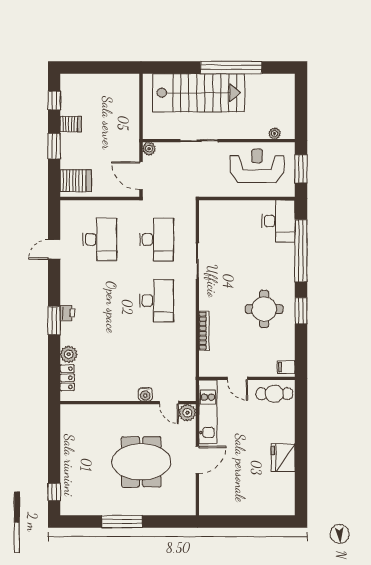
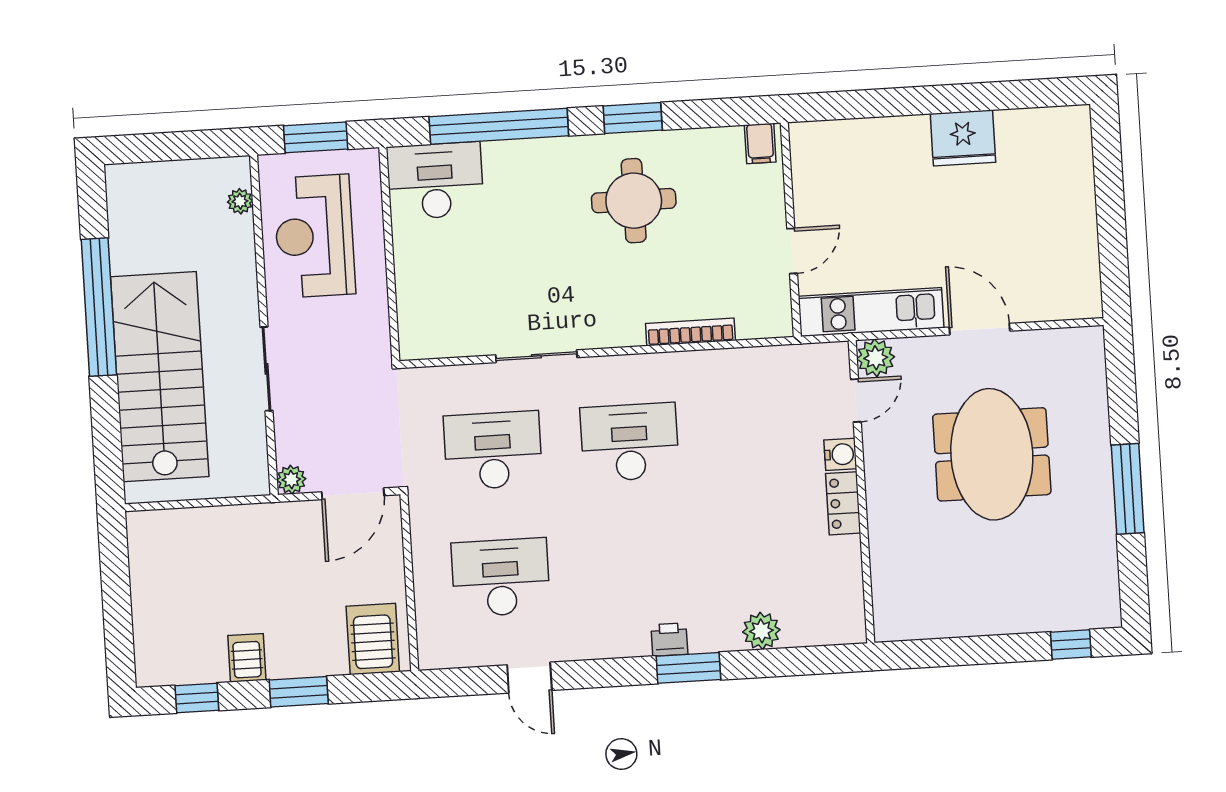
locker: (67, 378) -> (843, 503), moved, turned -90
cafe table: (274, 394) -> (821, 166), removed

